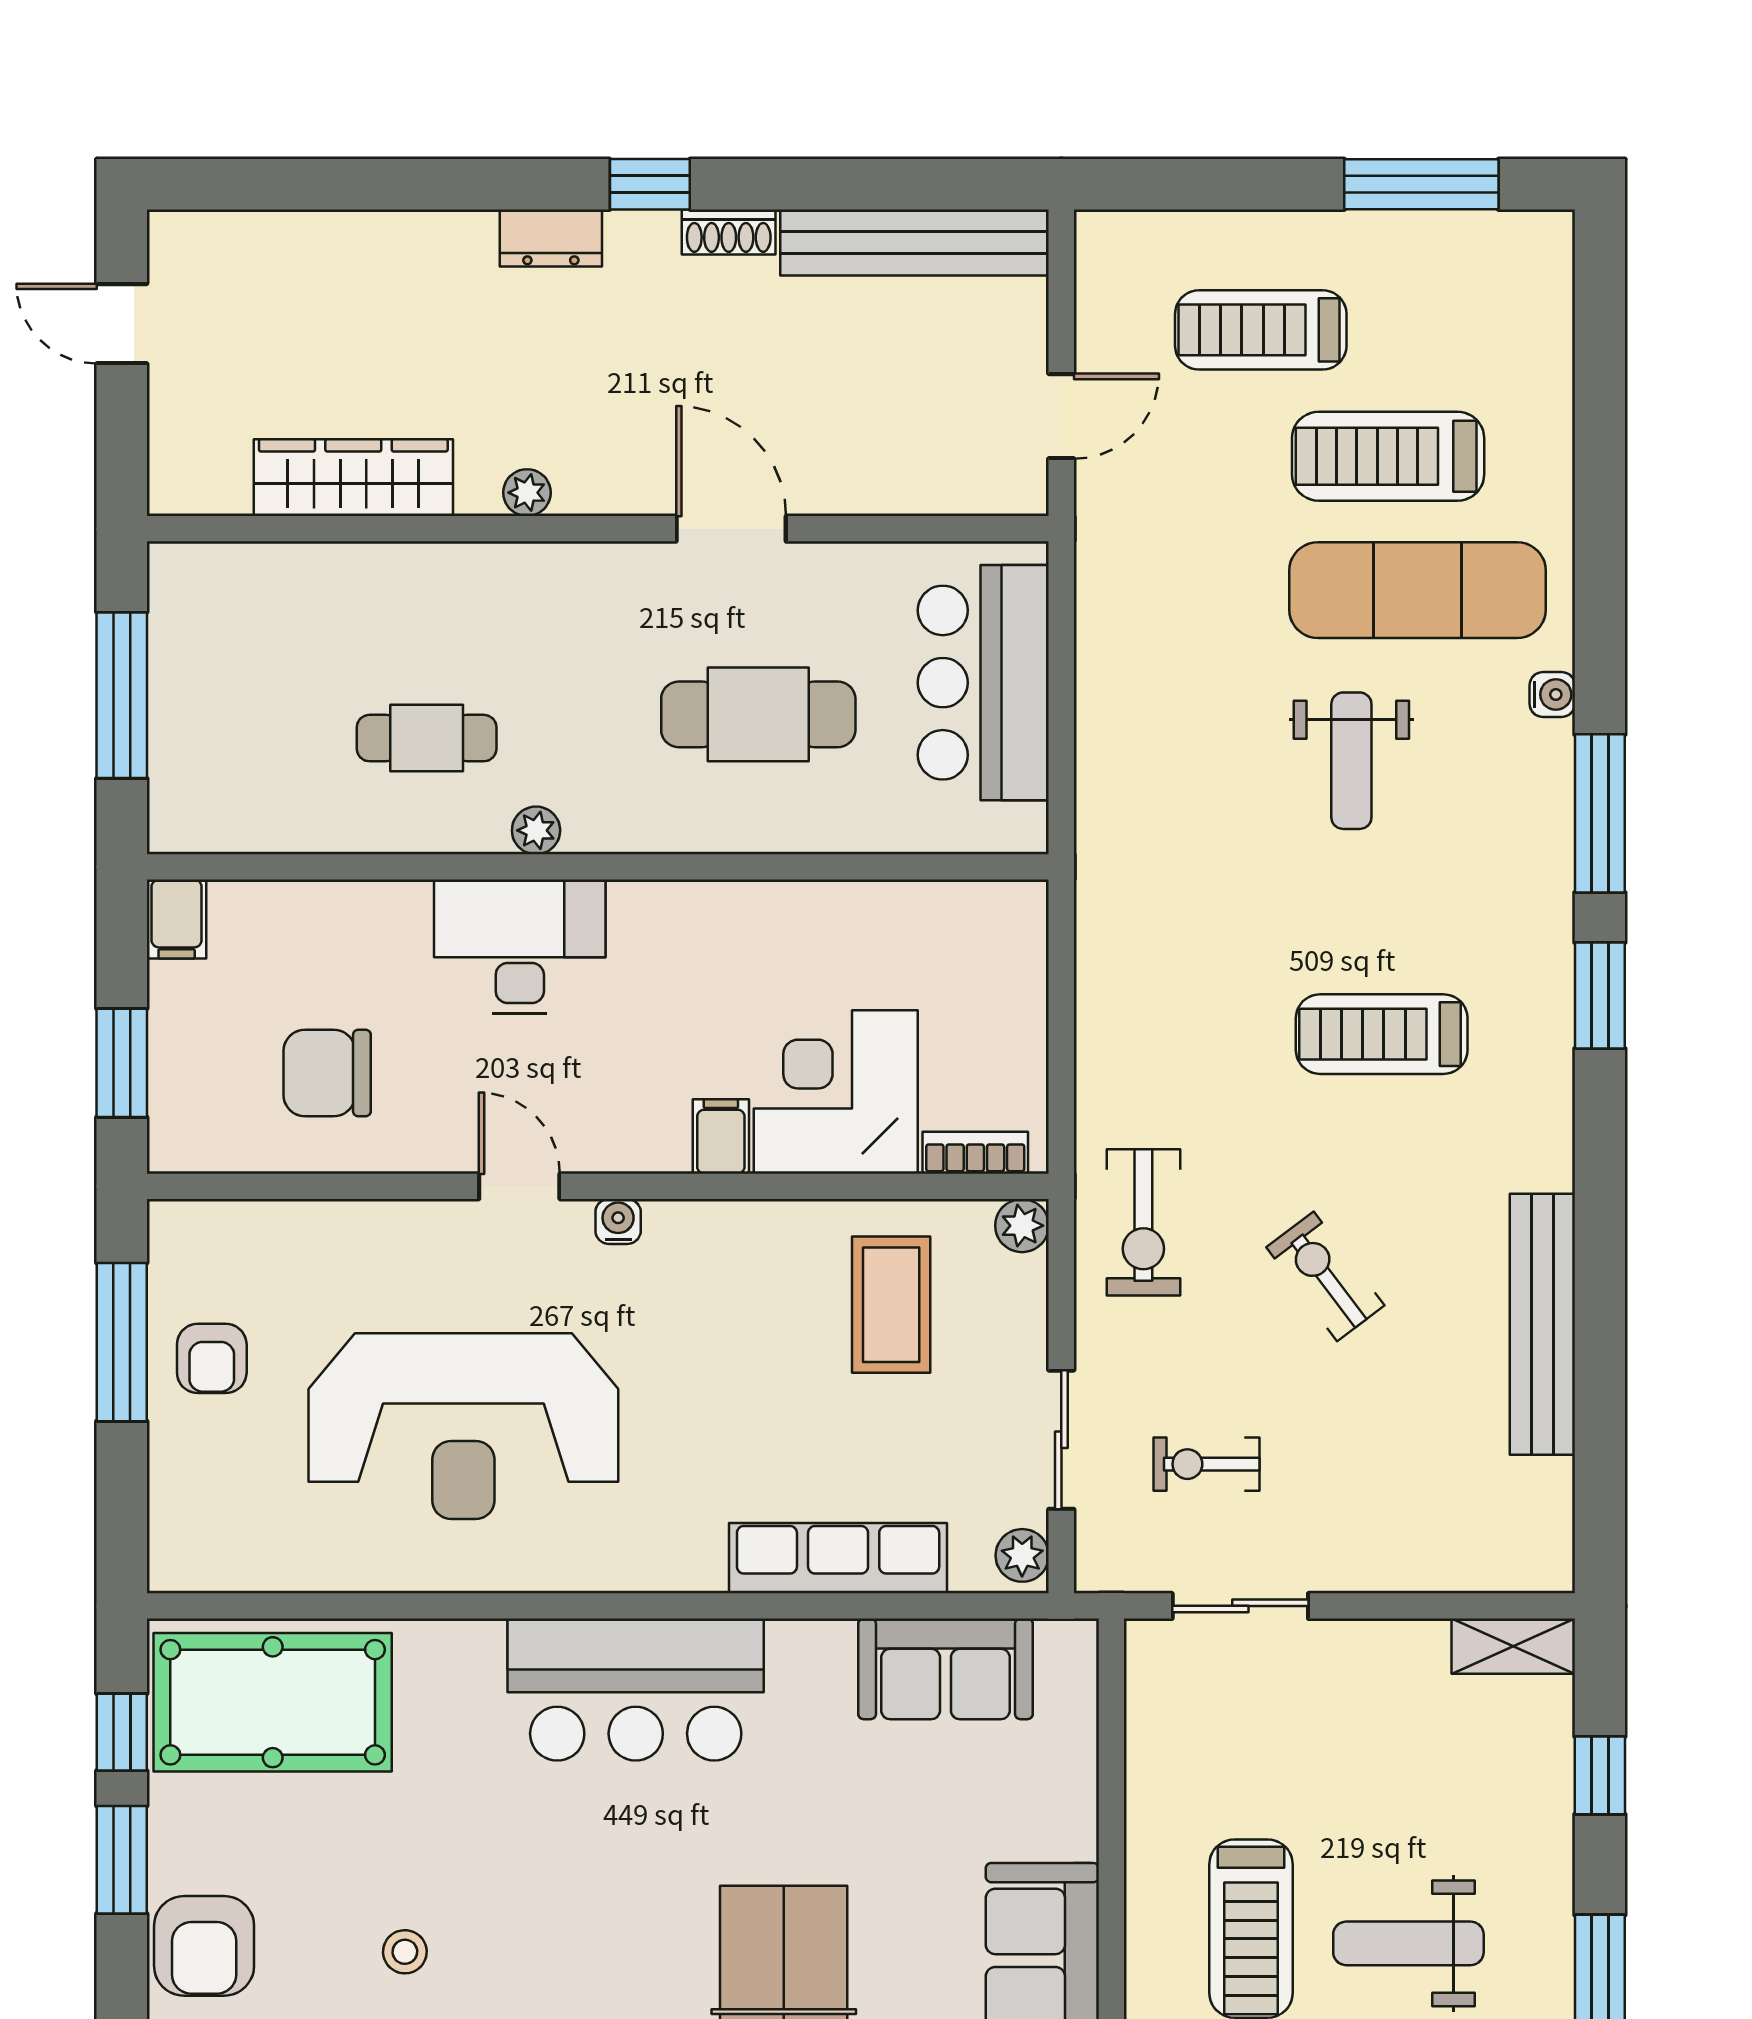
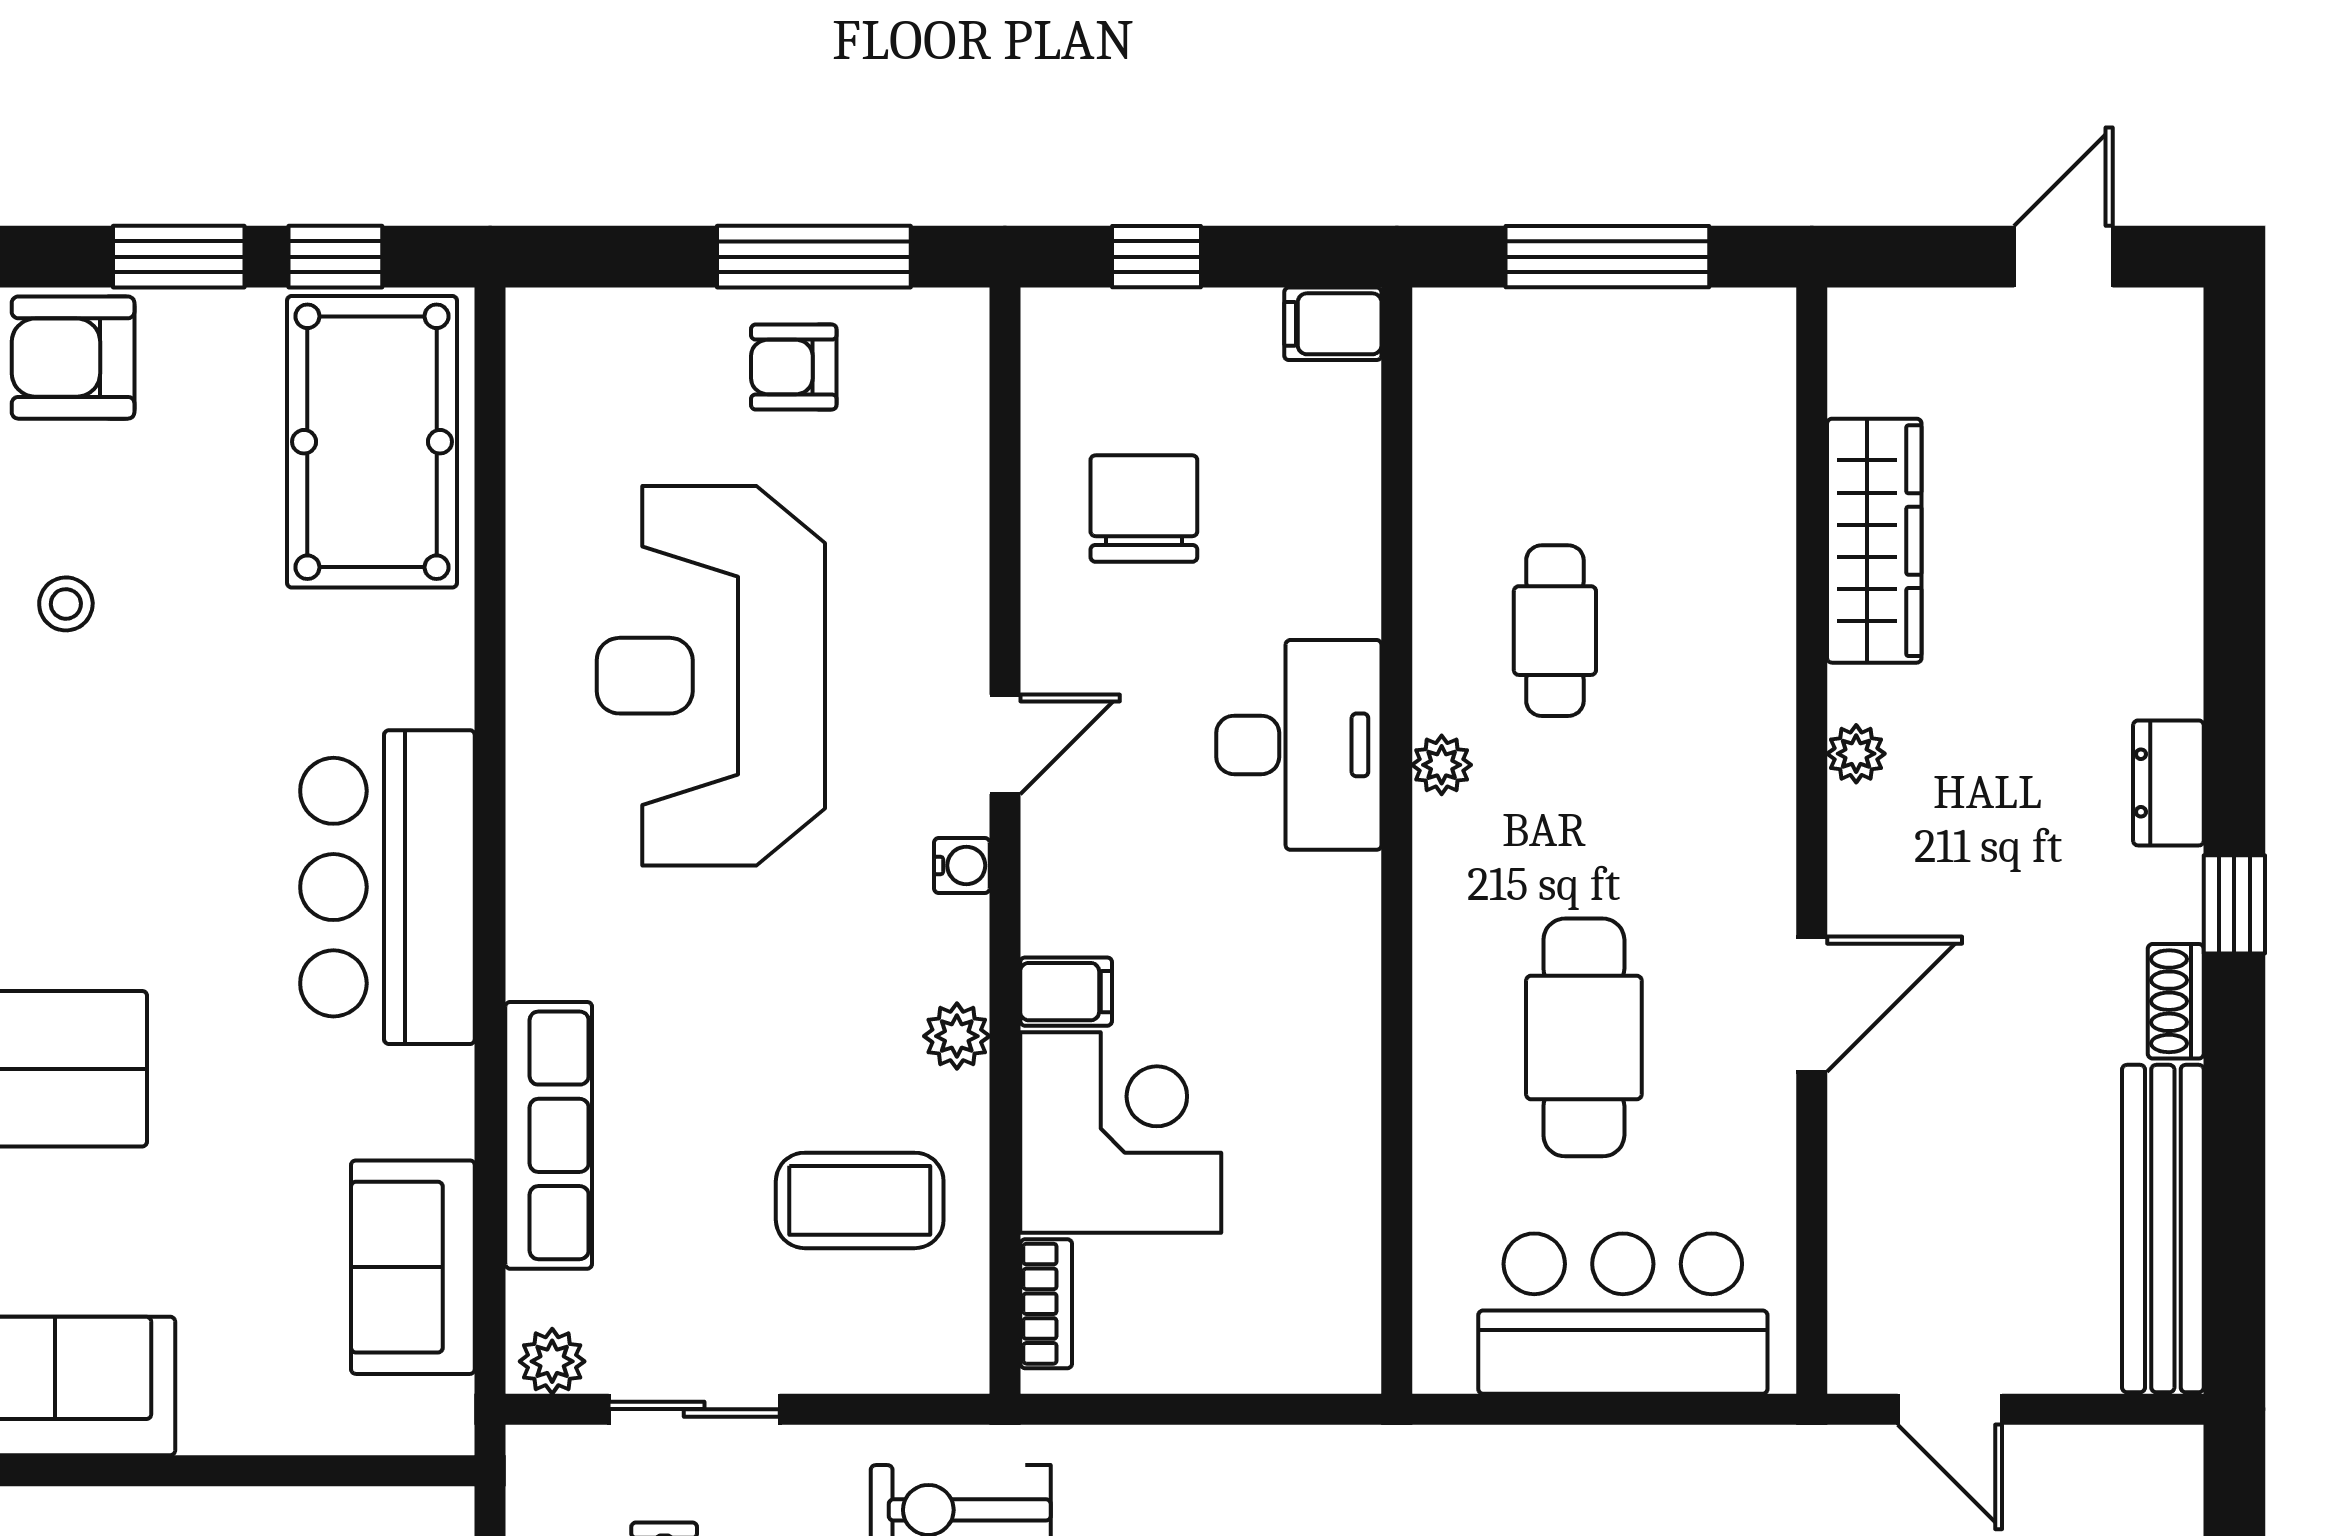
window: (122, 1063) -> (1156, 257), width x0.67
plant: (1022, 1226) -> (957, 1036), moved

